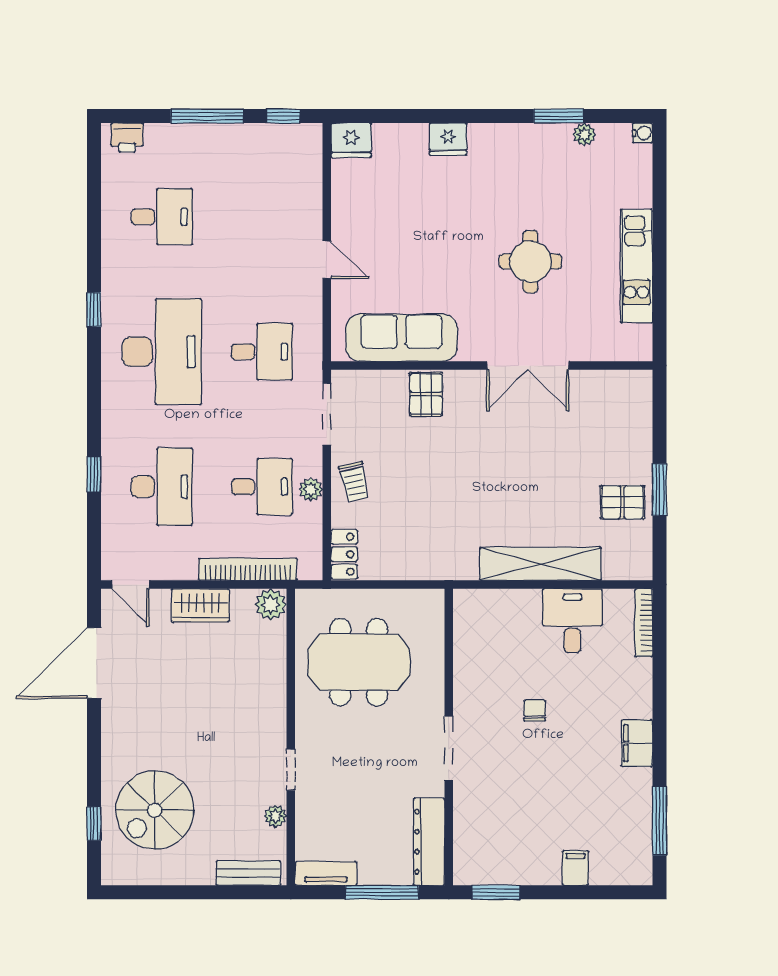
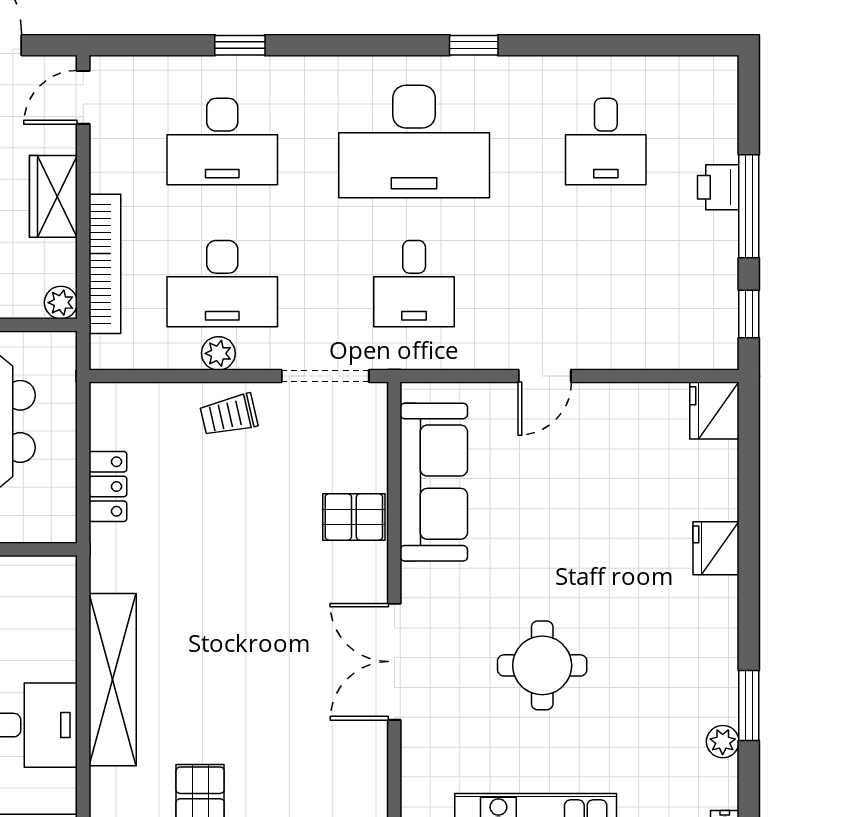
printer: (127, 138) -> (718, 187), moved
desk: (262, 487) -> (222, 284), width x1.37
locker: (344, 554) -> (108, 486), moved, turned -90
plant: (271, 605) -> (61, 303), width x0.73, depth x0.73

